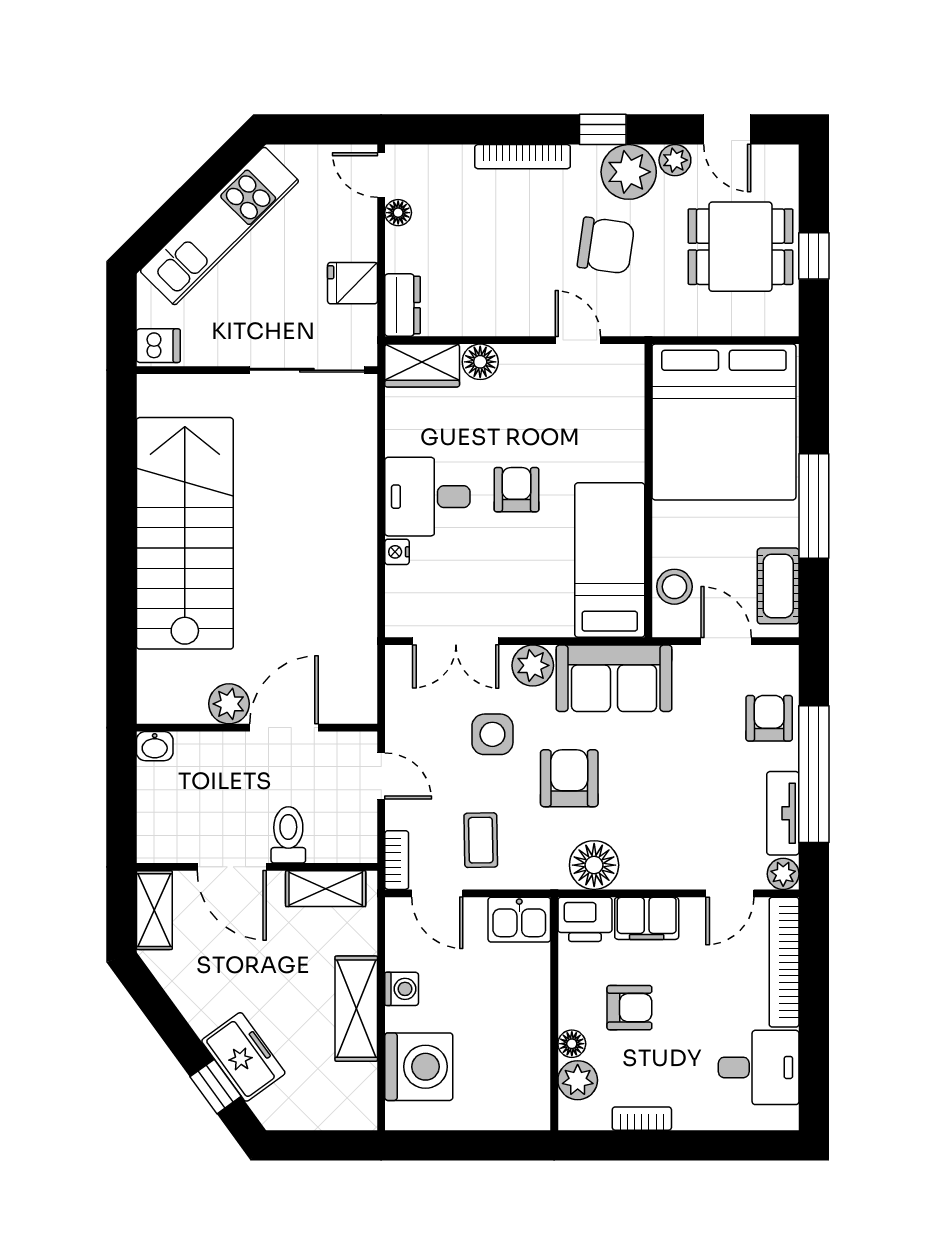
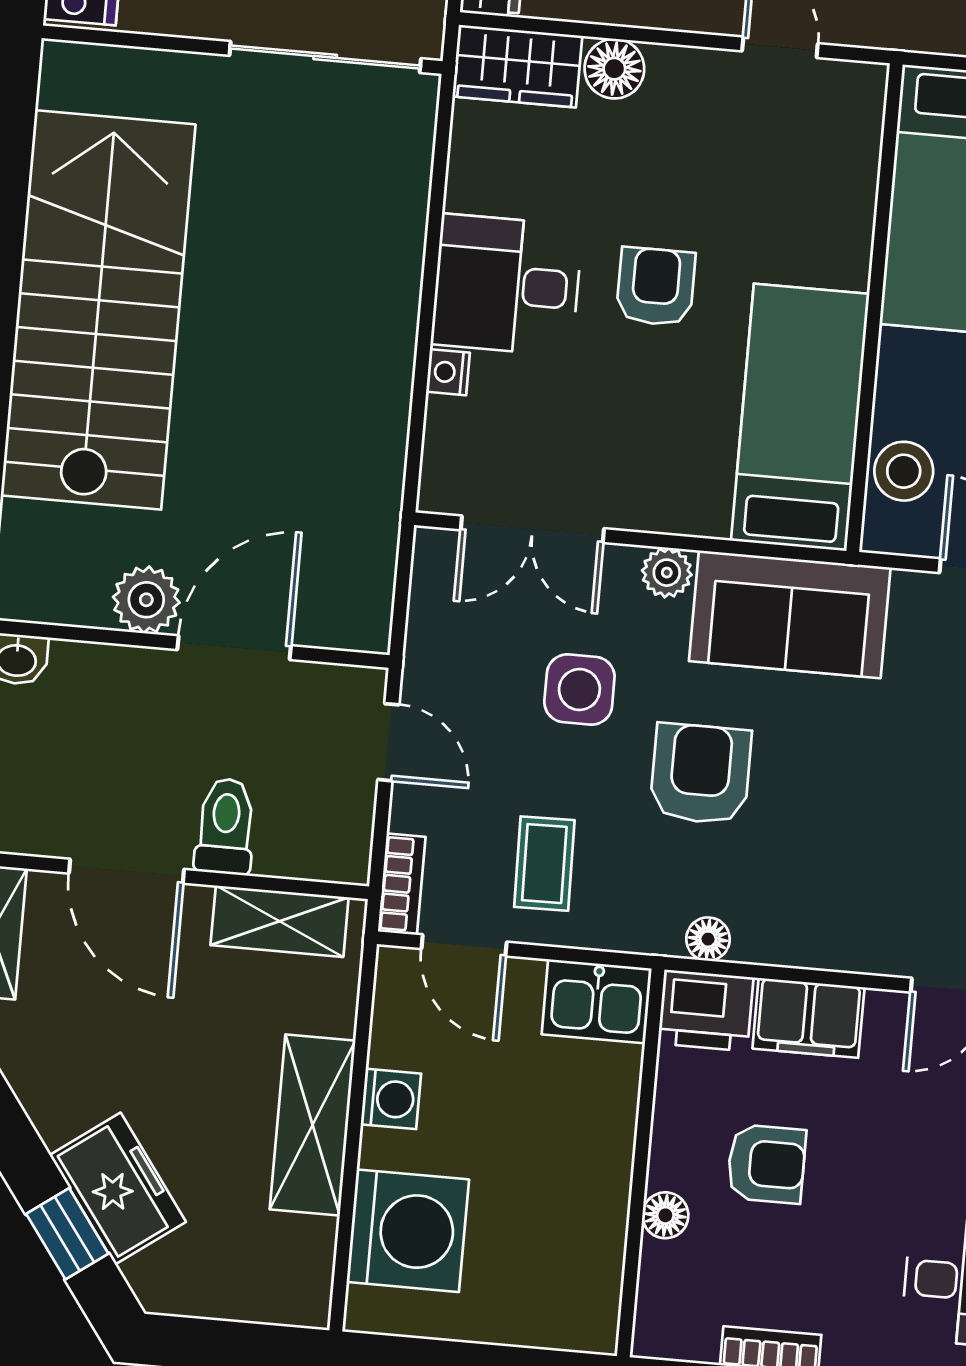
plant: (533, 665) -> (667, 573), width x0.73, depth x0.73
floor lamp: (594, 865) -> (708, 939), width x0.53, depth x0.53
plant: (578, 1080) -> (670, 1277), removed

